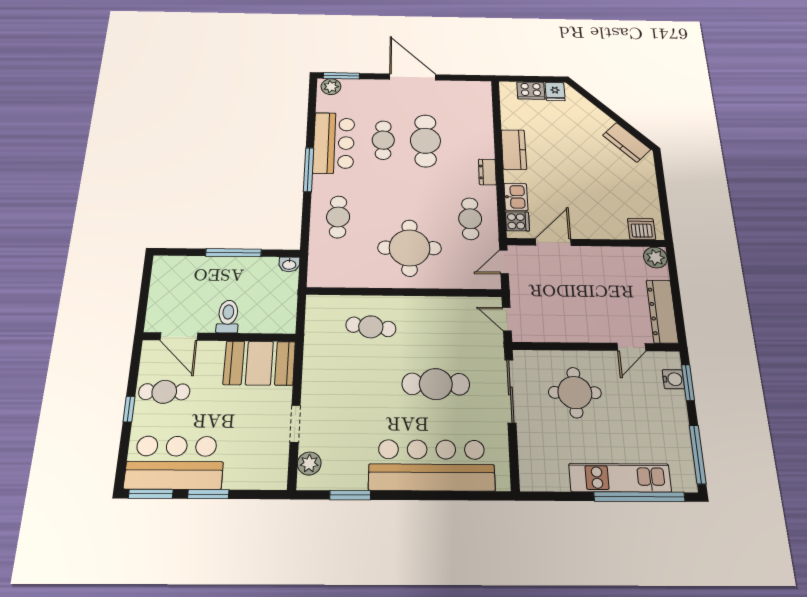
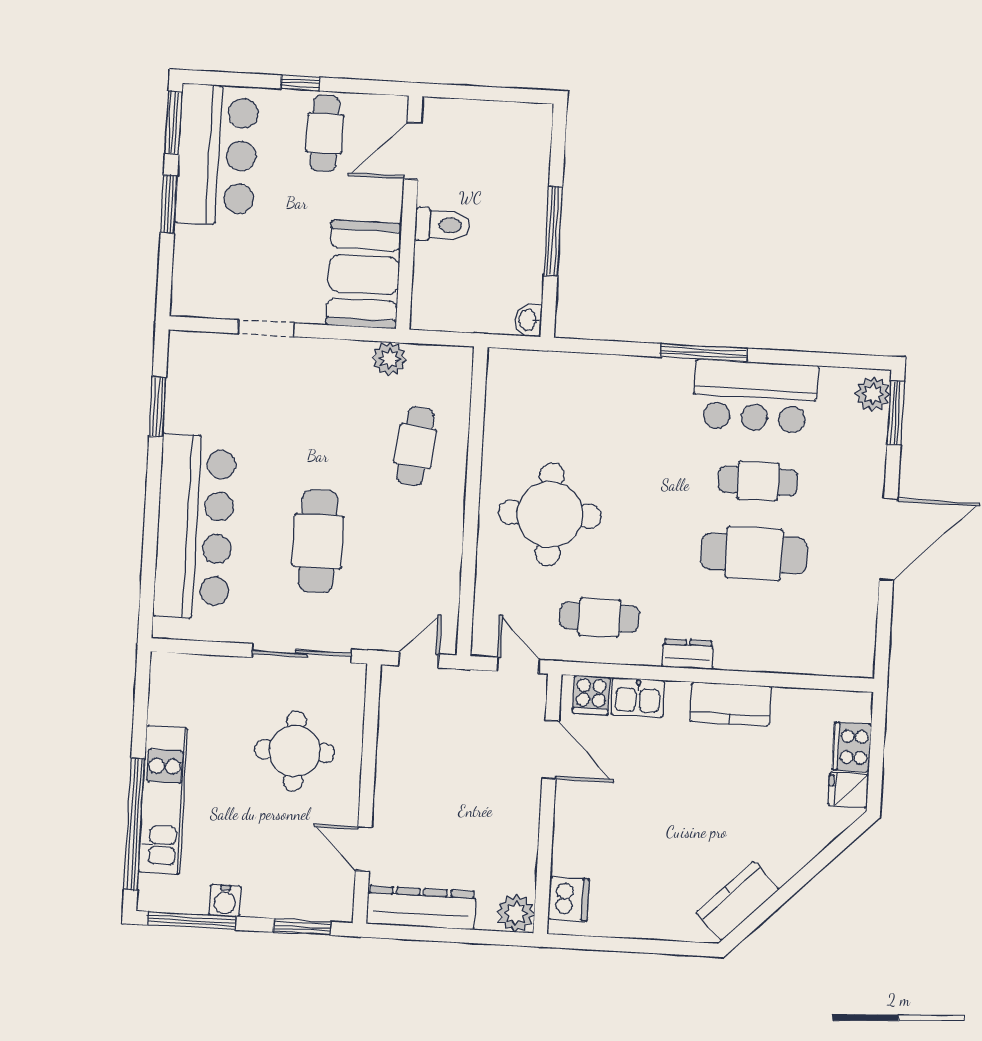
cafe table: (338, 217) -> (612, 400), removed
water cooler: (673, 379) -> (225, 901), moved
plant: (309, 463) -> (389, 359), moved

